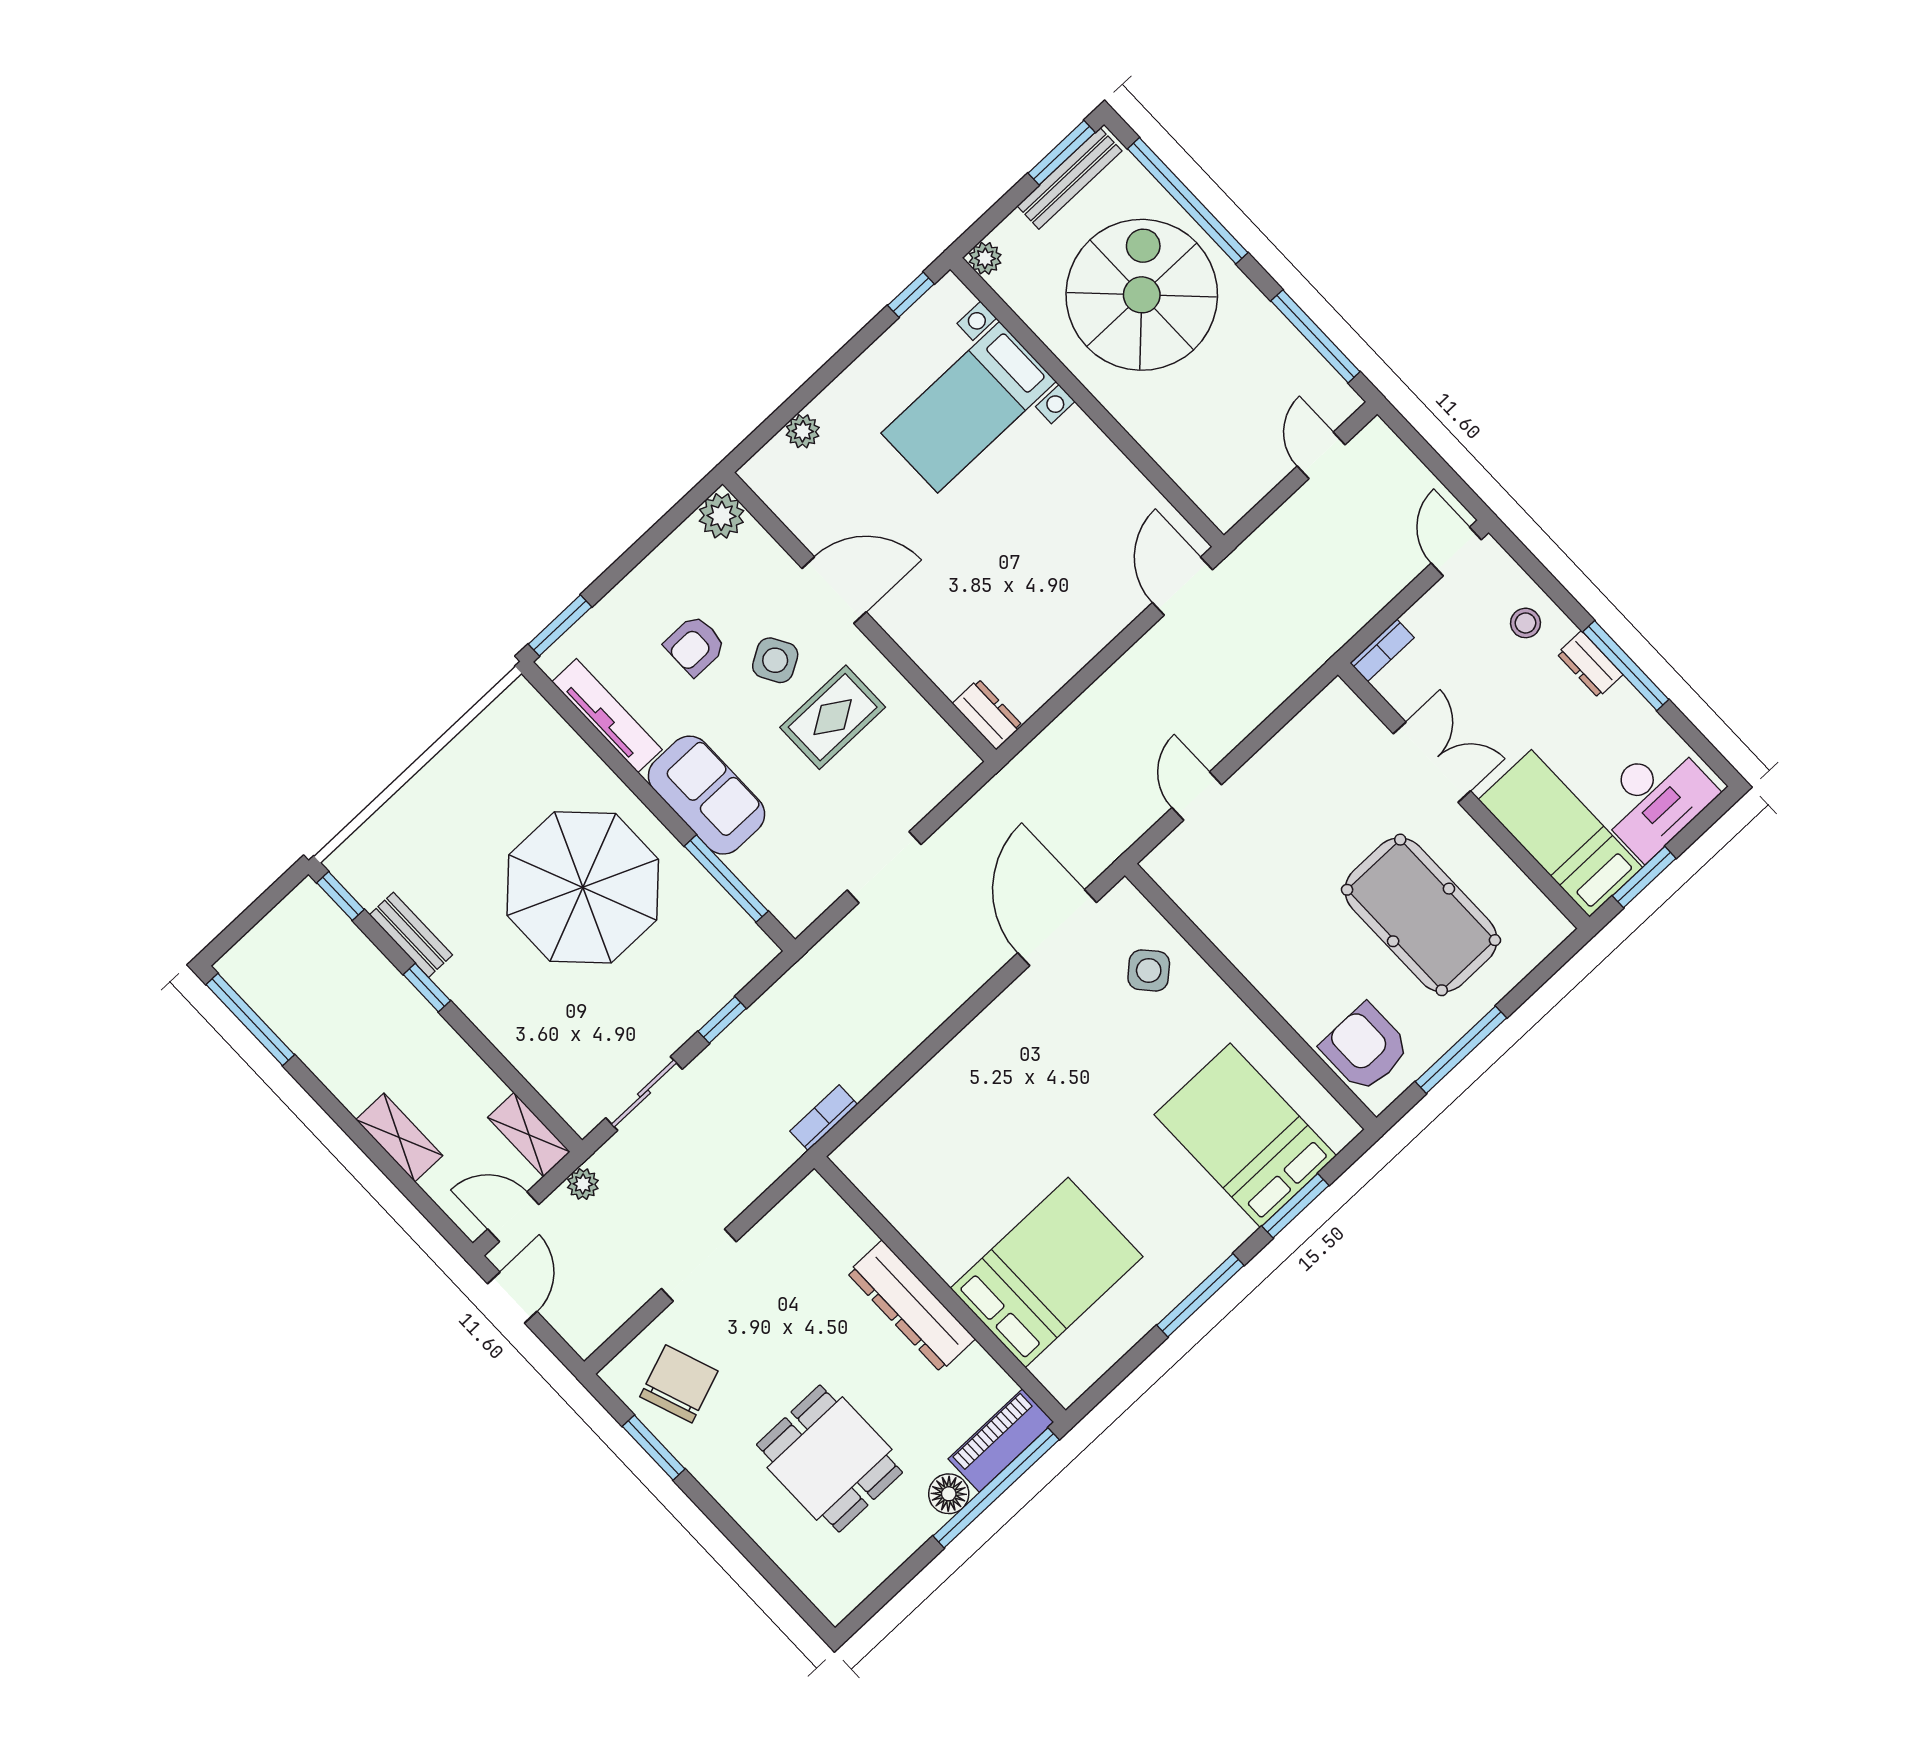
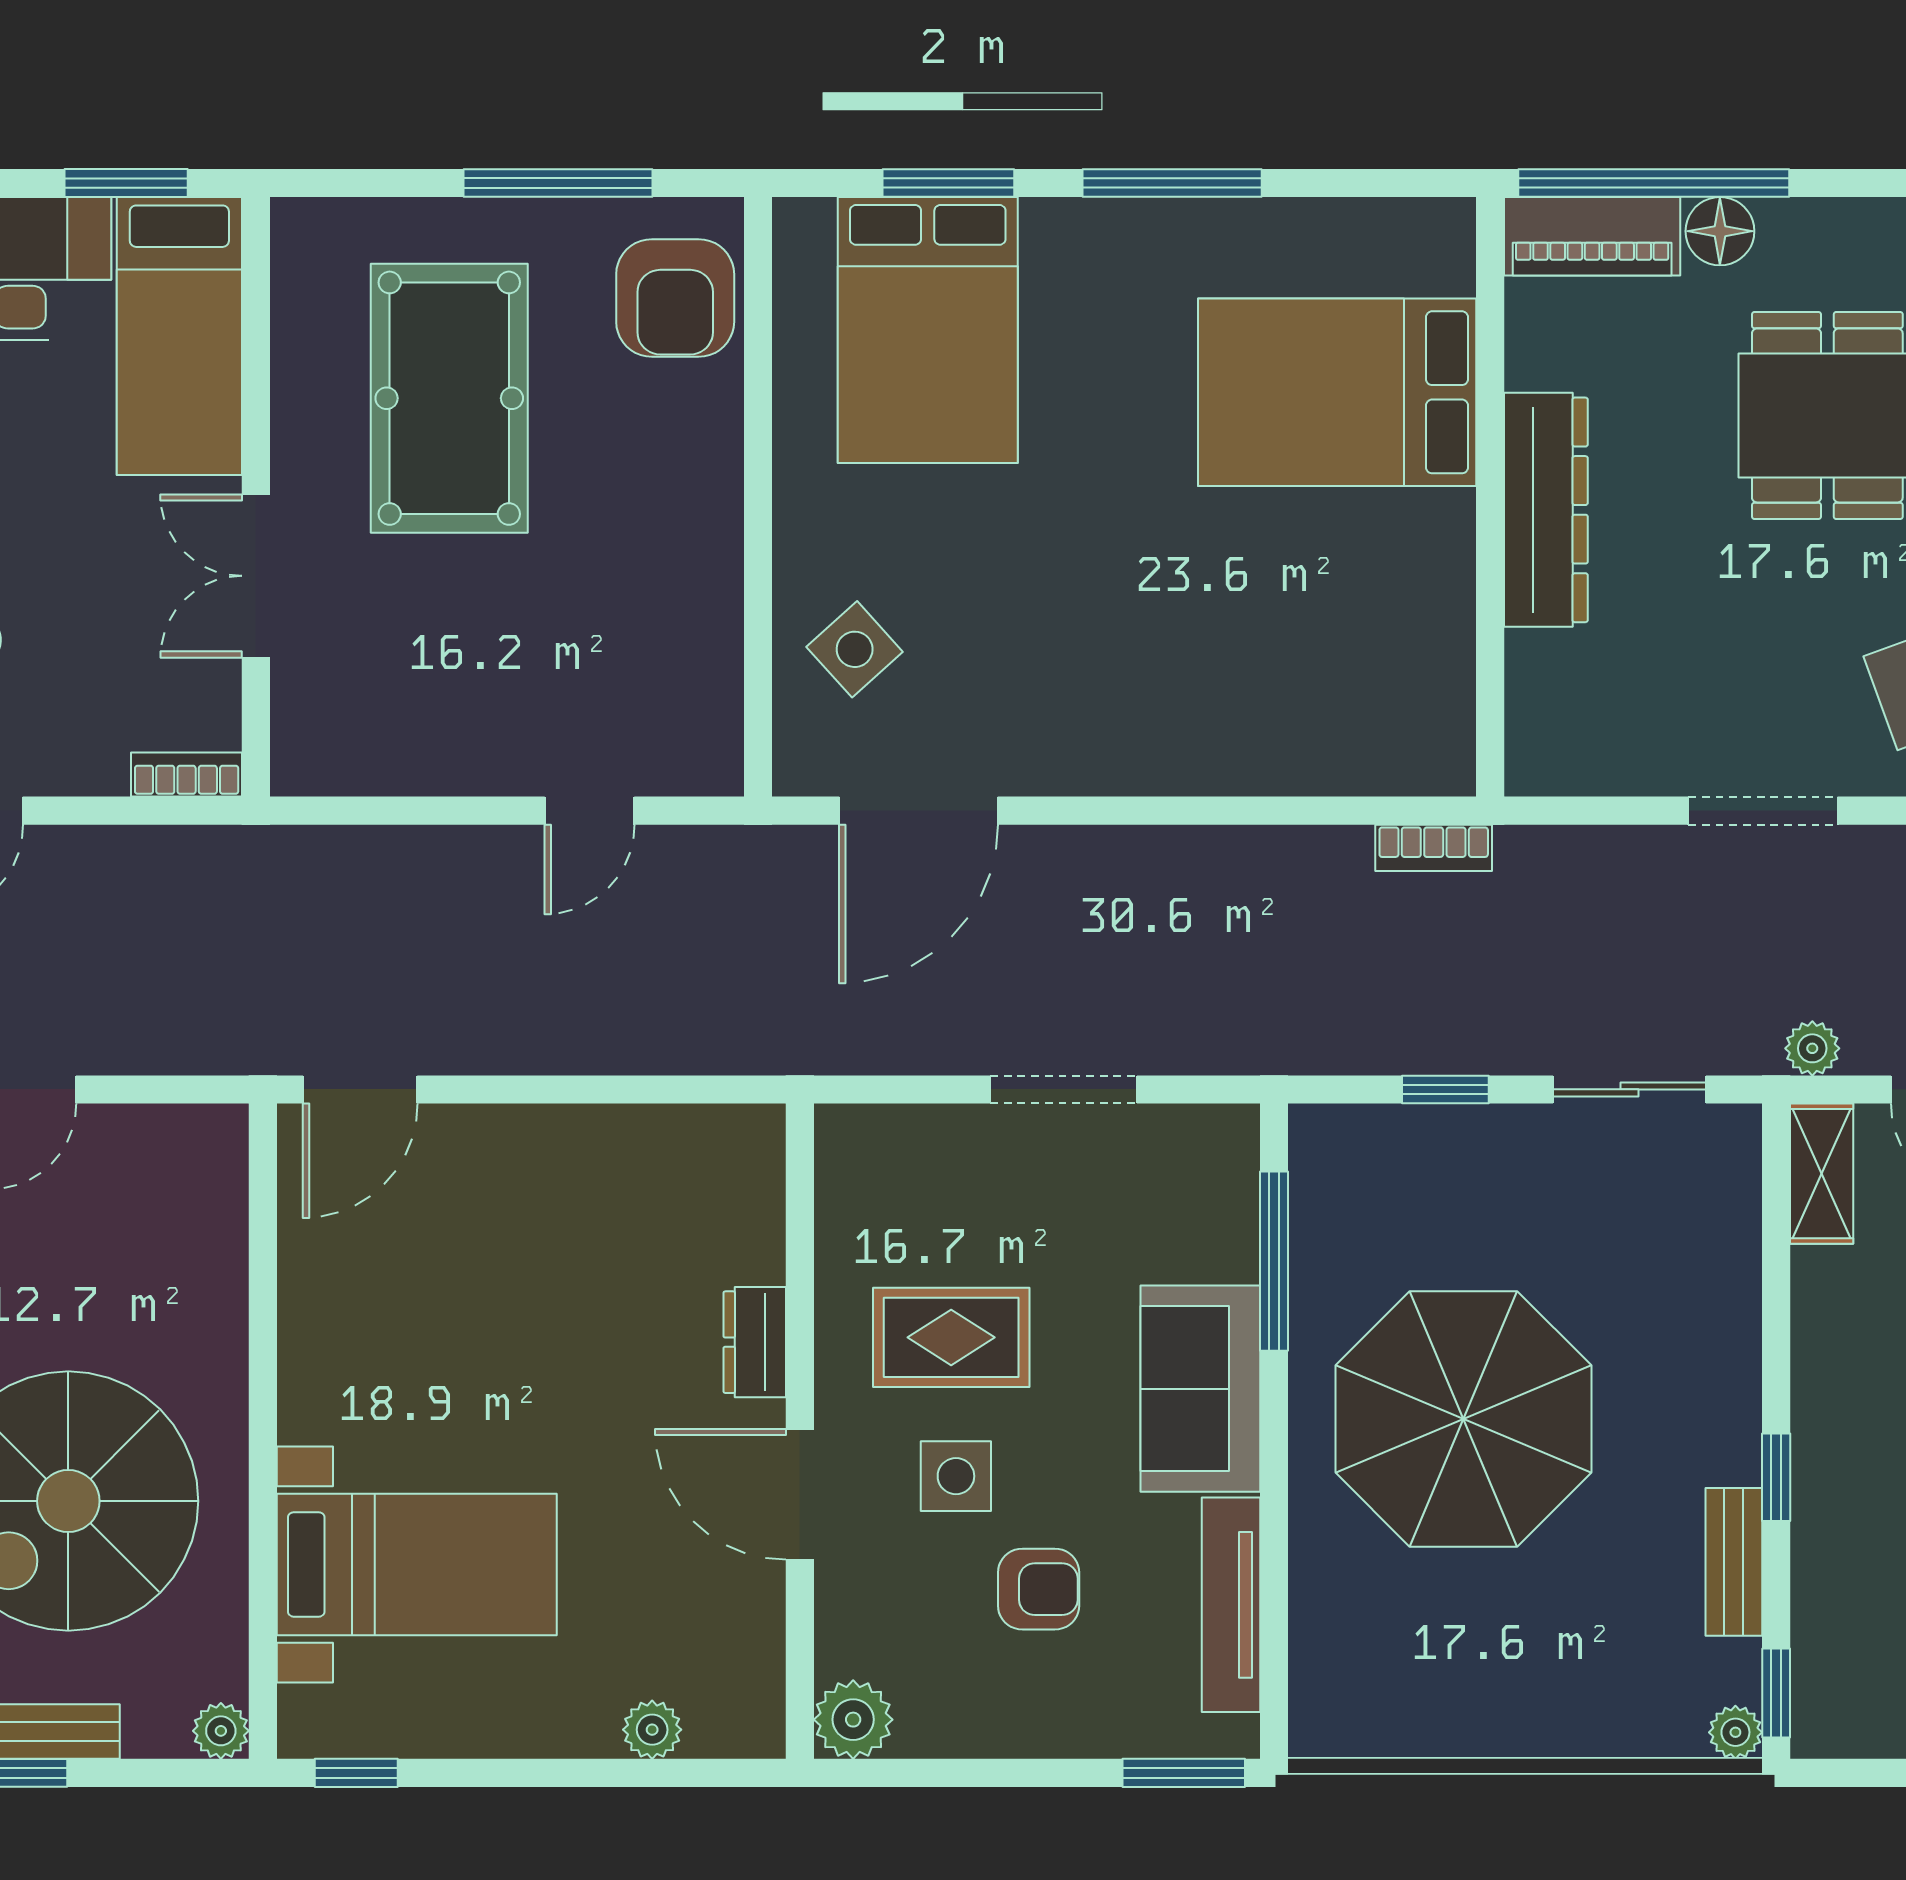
side table: (775, 660) -> (956, 1476), turned 30
dresser: (987, 714) -> (755, 1342), moved
plant: (342, 863) -> (1735, 1732), added

